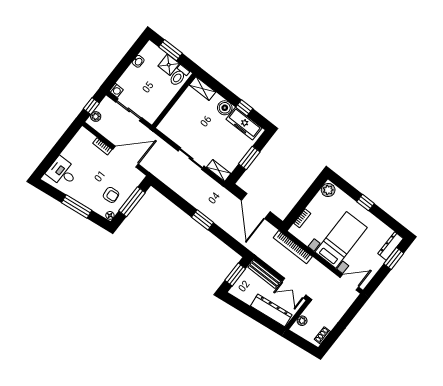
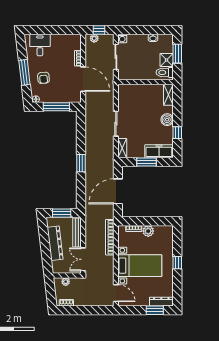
freezer: (244, 124) -> (159, 151), moved, turned 90
plant: (328, 190) -> (148, 231), moved
armchair: (111, 195) -> (43, 78), moved
dresser: (271, 310) -> (55, 243), moved

